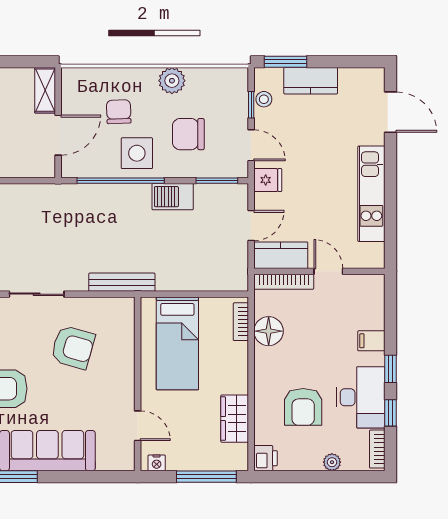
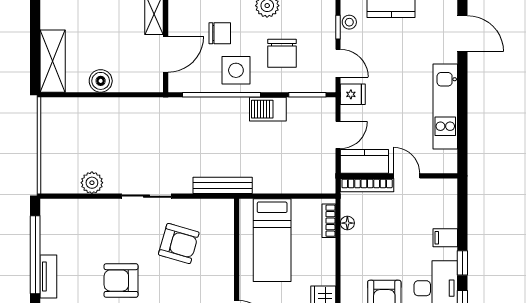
chair: (119, 112) -> (220, 33), turned 92
chair: (188, 134) -> (282, 53), turned -90
floor lamp: (269, 331) -> (347, 223), width x0.53, depth x0.53

